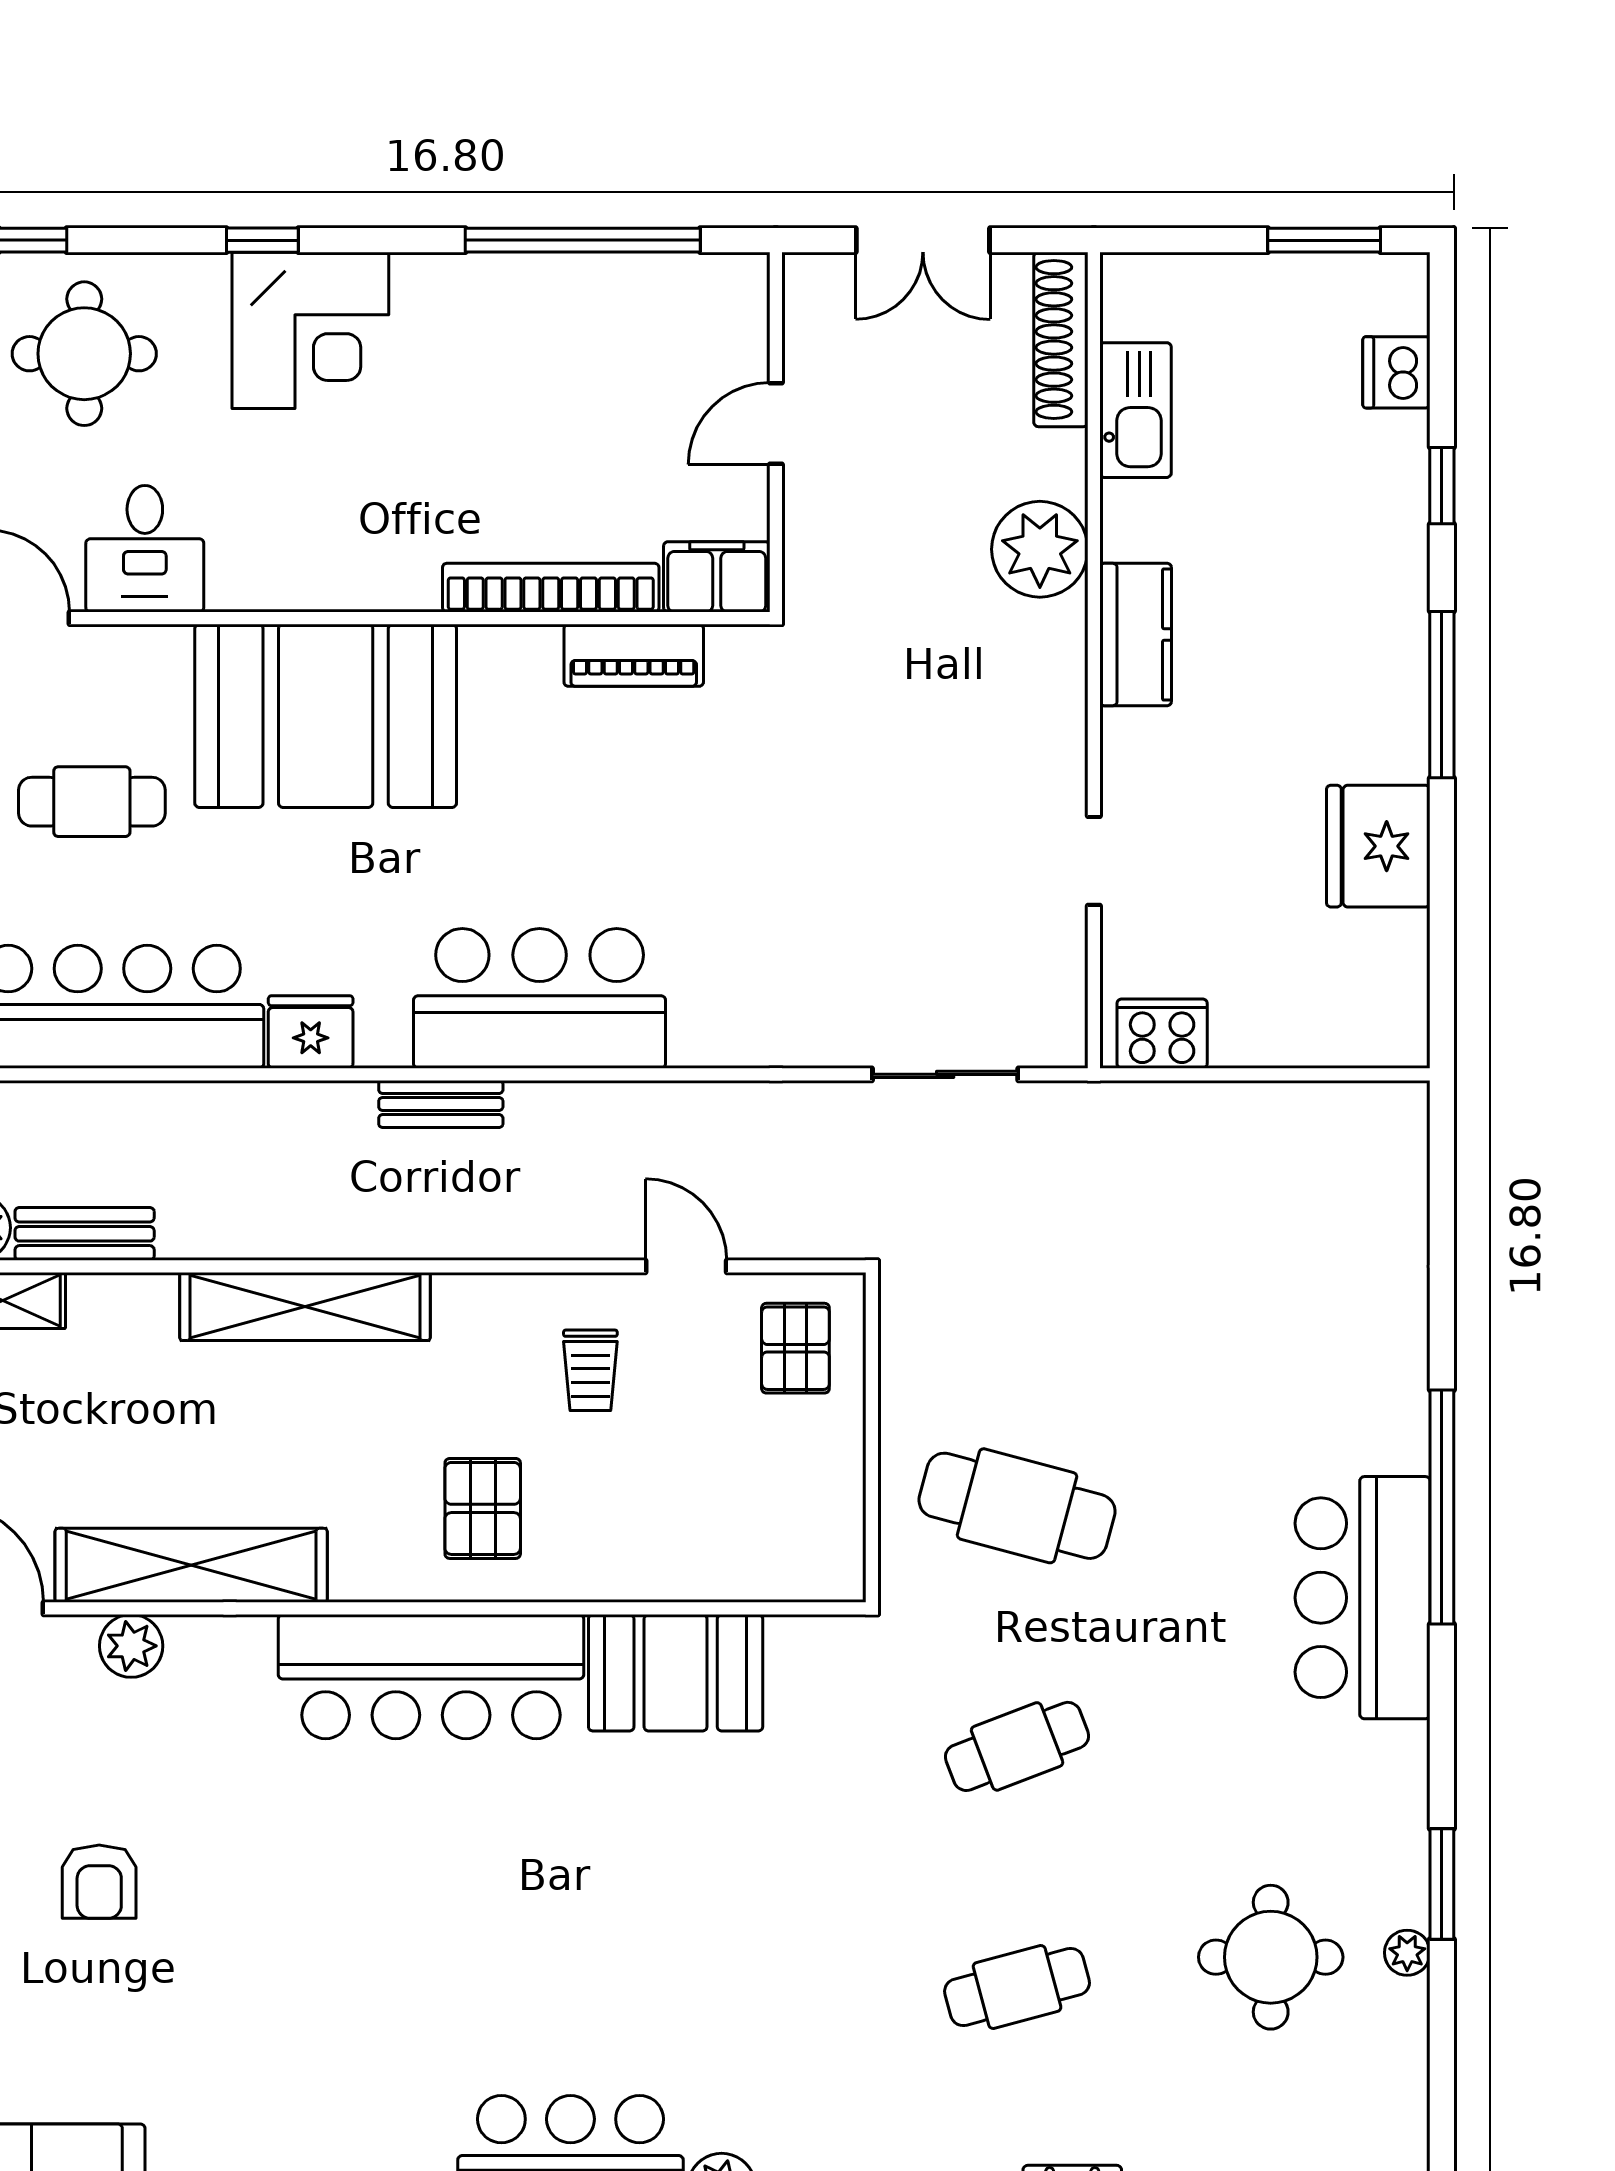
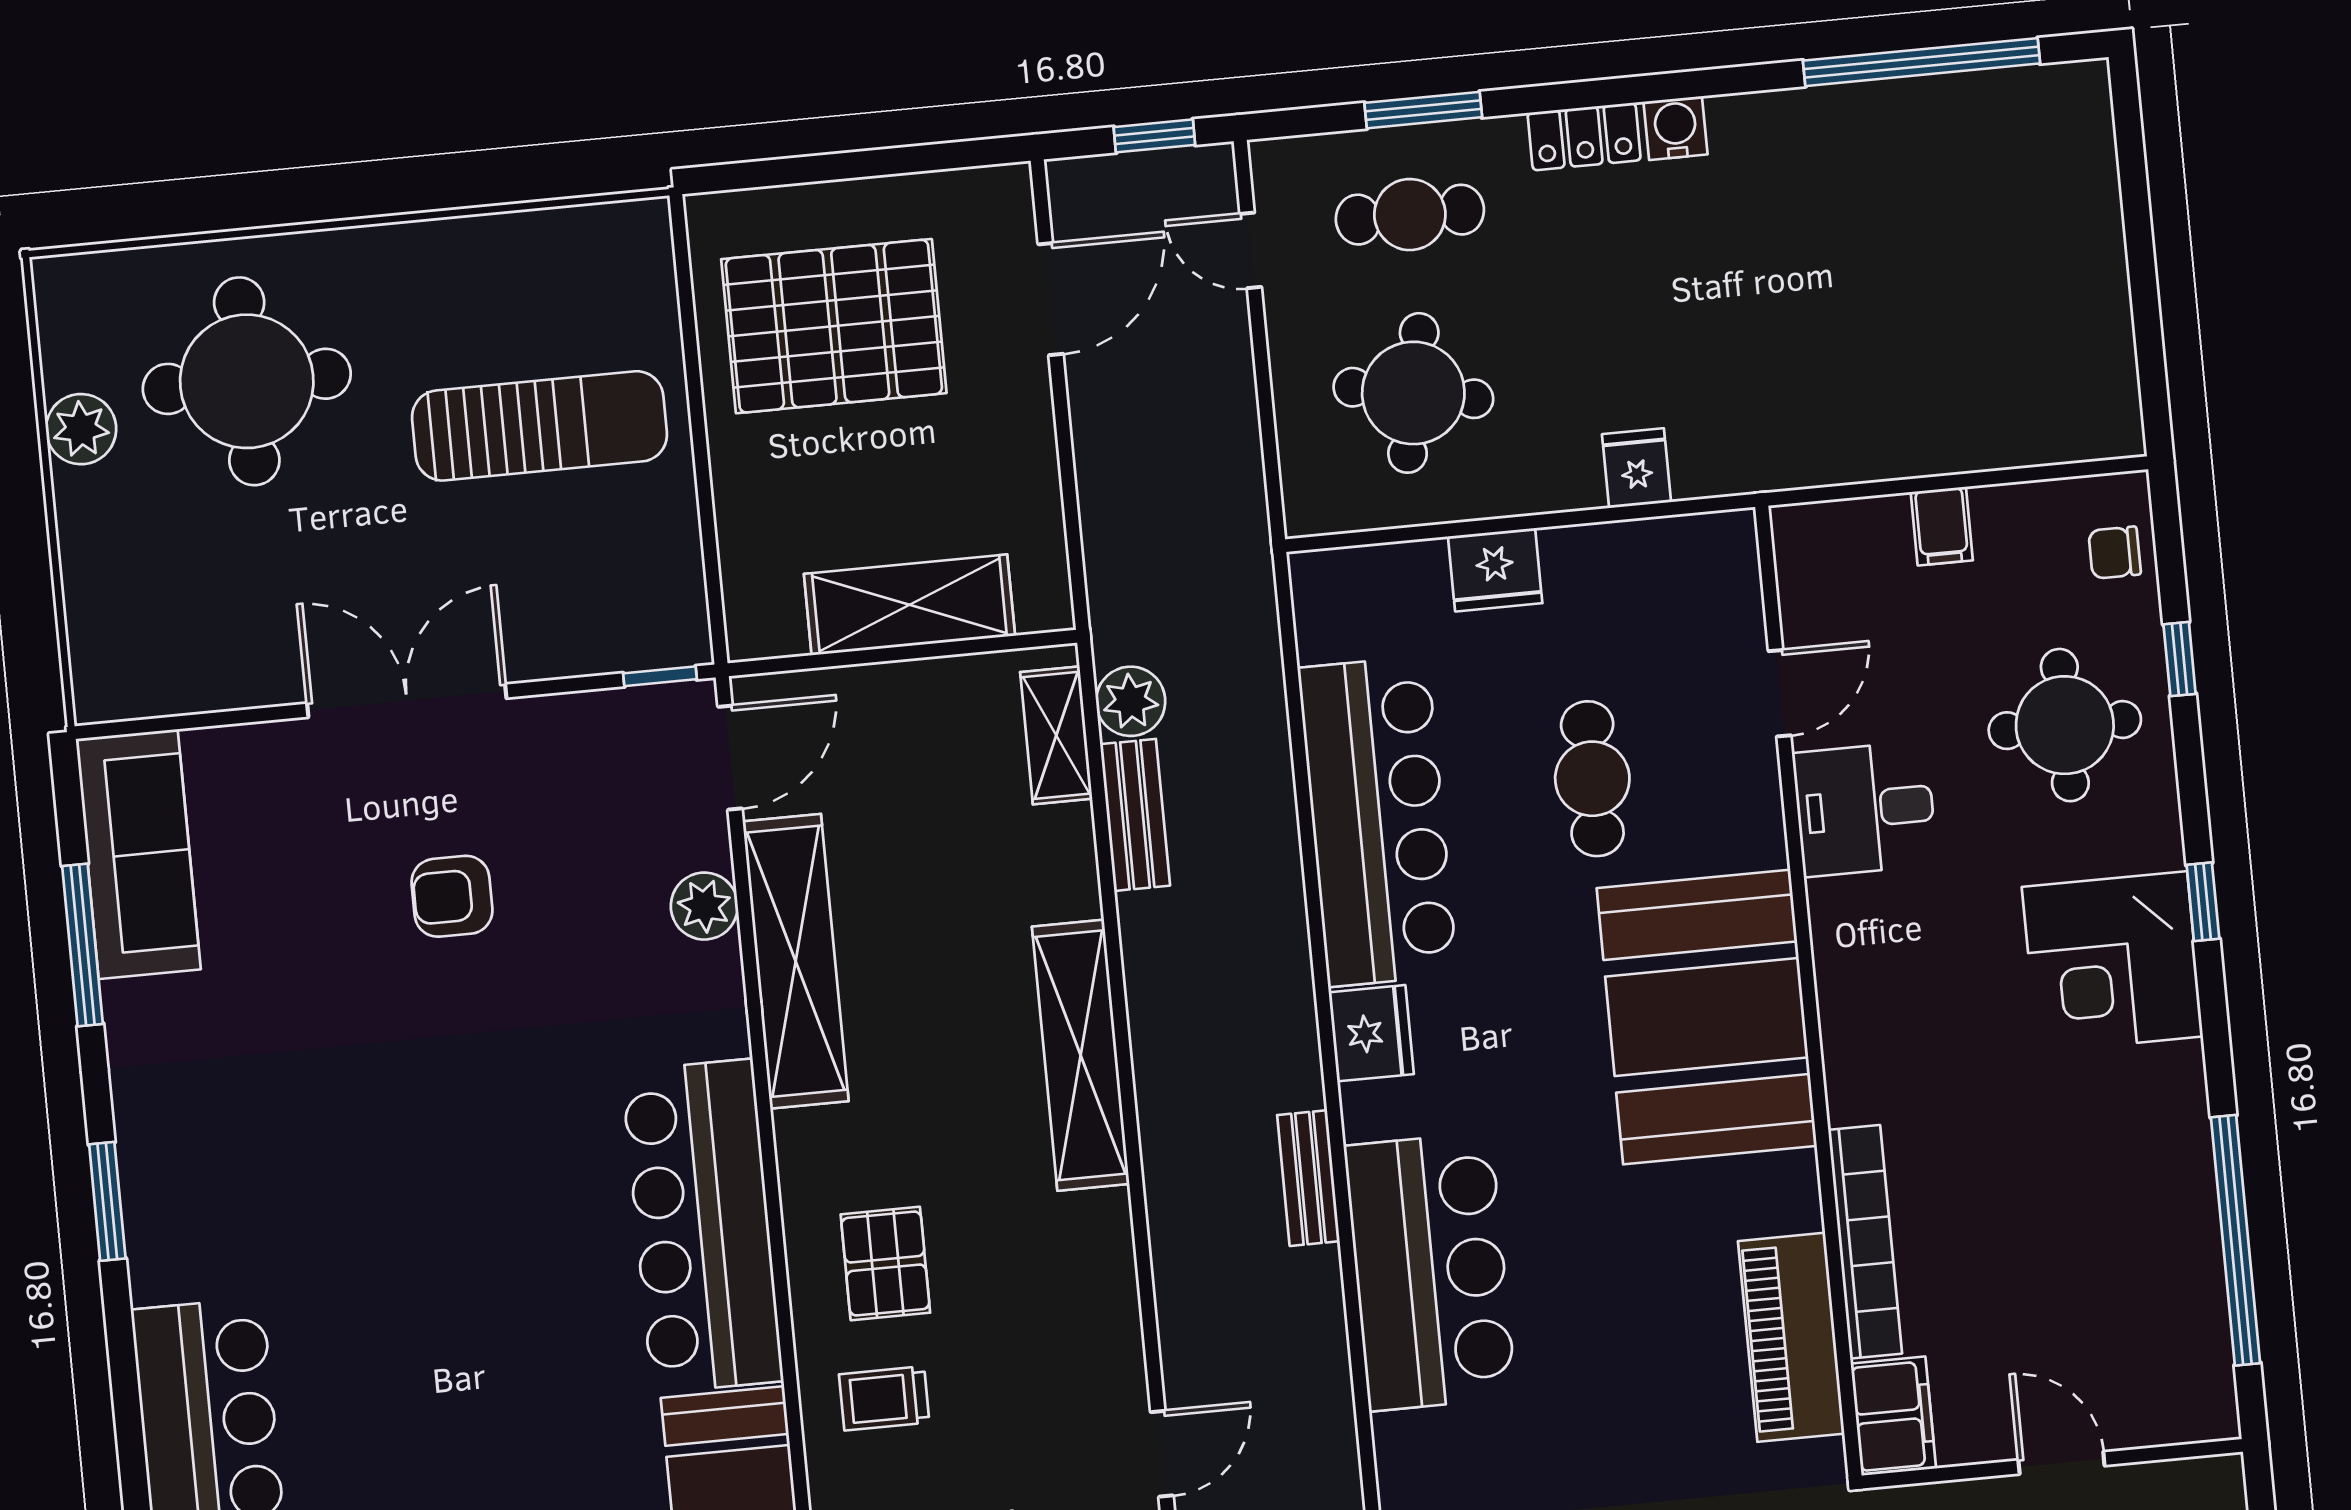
piano: (634, 655) -> (1791, 1337), width x1.37, depth x1.33
trolley: (590, 1370) -> (884, 1398), moved
pallet: (483, 1508) -> (885, 1264), turned 90

